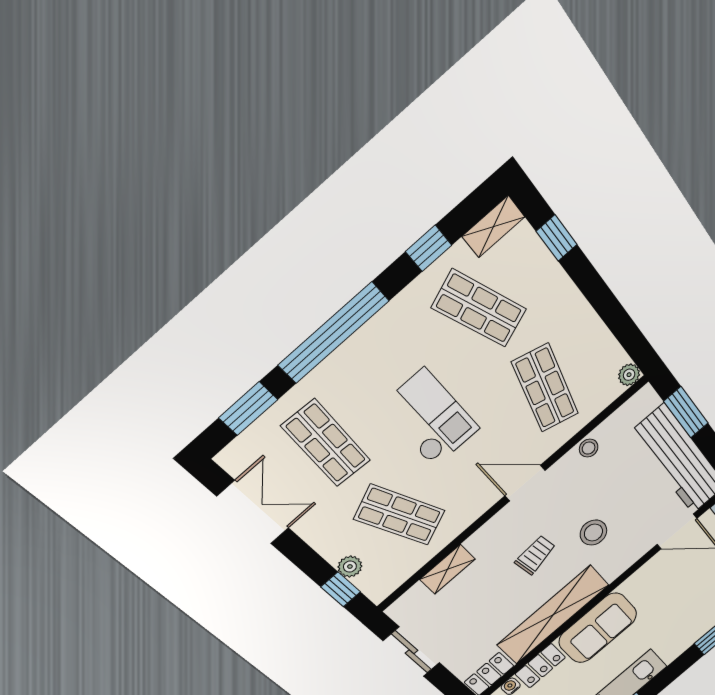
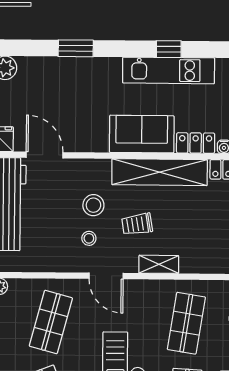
stool: (589, 448) -> (89, 238), moved
shop shelf: (400, 515) -> (186, 323), turned 33
shelving: (448, 569) -> (159, 264), moved

